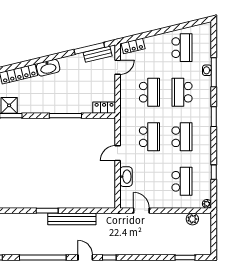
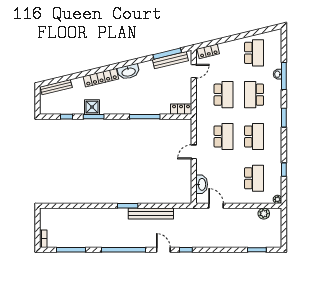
bench: (98, 54) -> (170, 60), width x1.36
washbasin: (126, 177) -> (202, 184), moved

